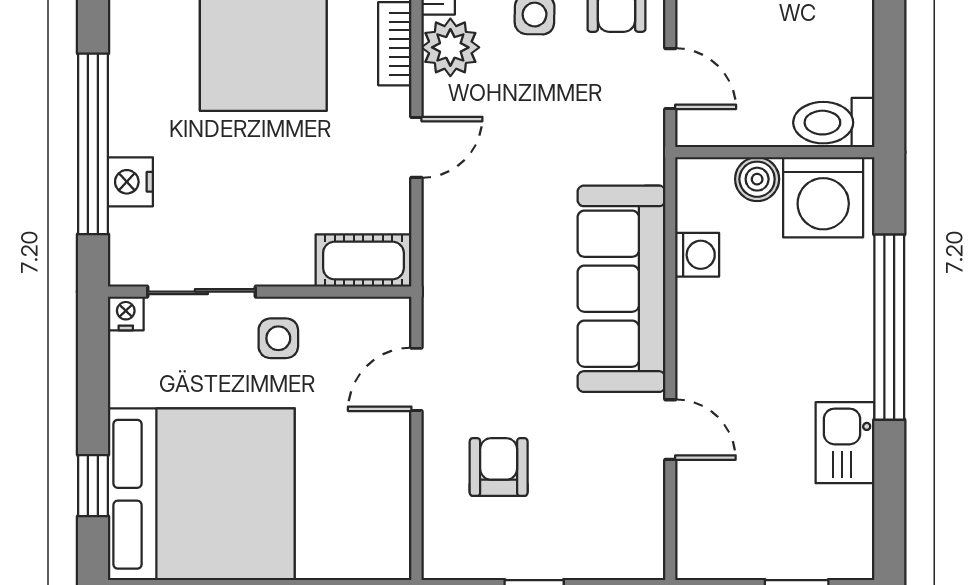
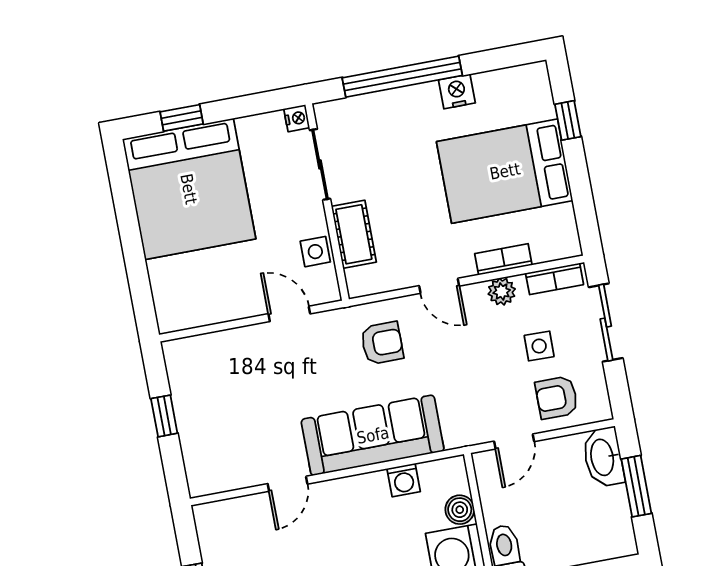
plant: (450, 47) -> (502, 292), width x0.73, depth x0.73
nightstand: (130, 182) -> (457, 91), moved
cot: (363, 260) -> (354, 234), moved
side table: (278, 338) -> (315, 252), moved
armchair: (499, 467) -> (382, 343), moved

